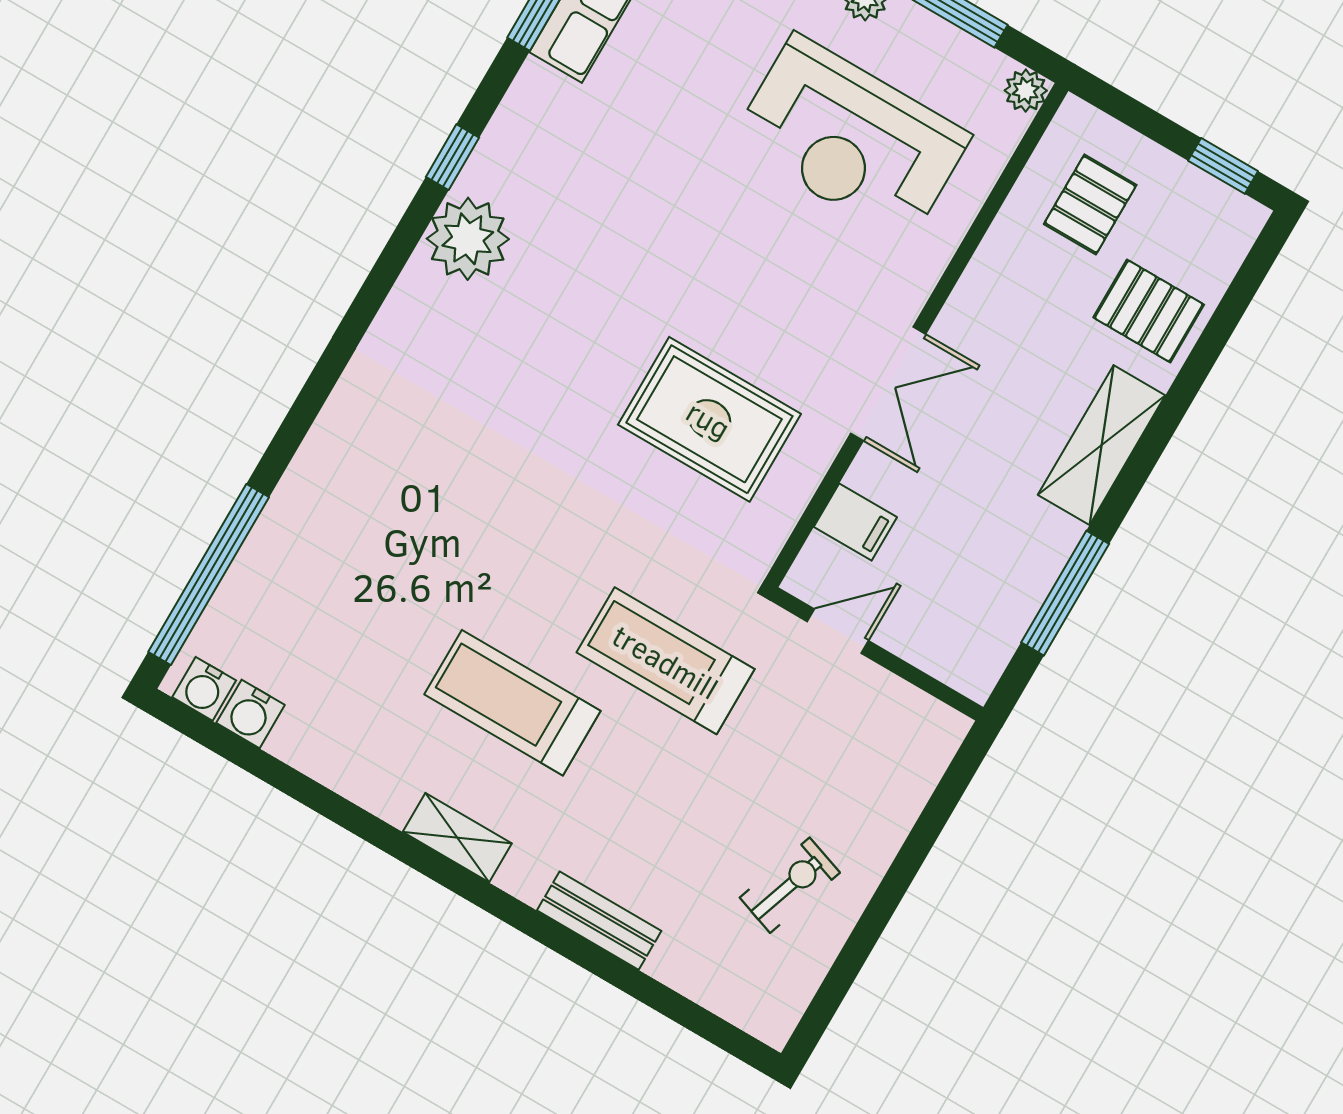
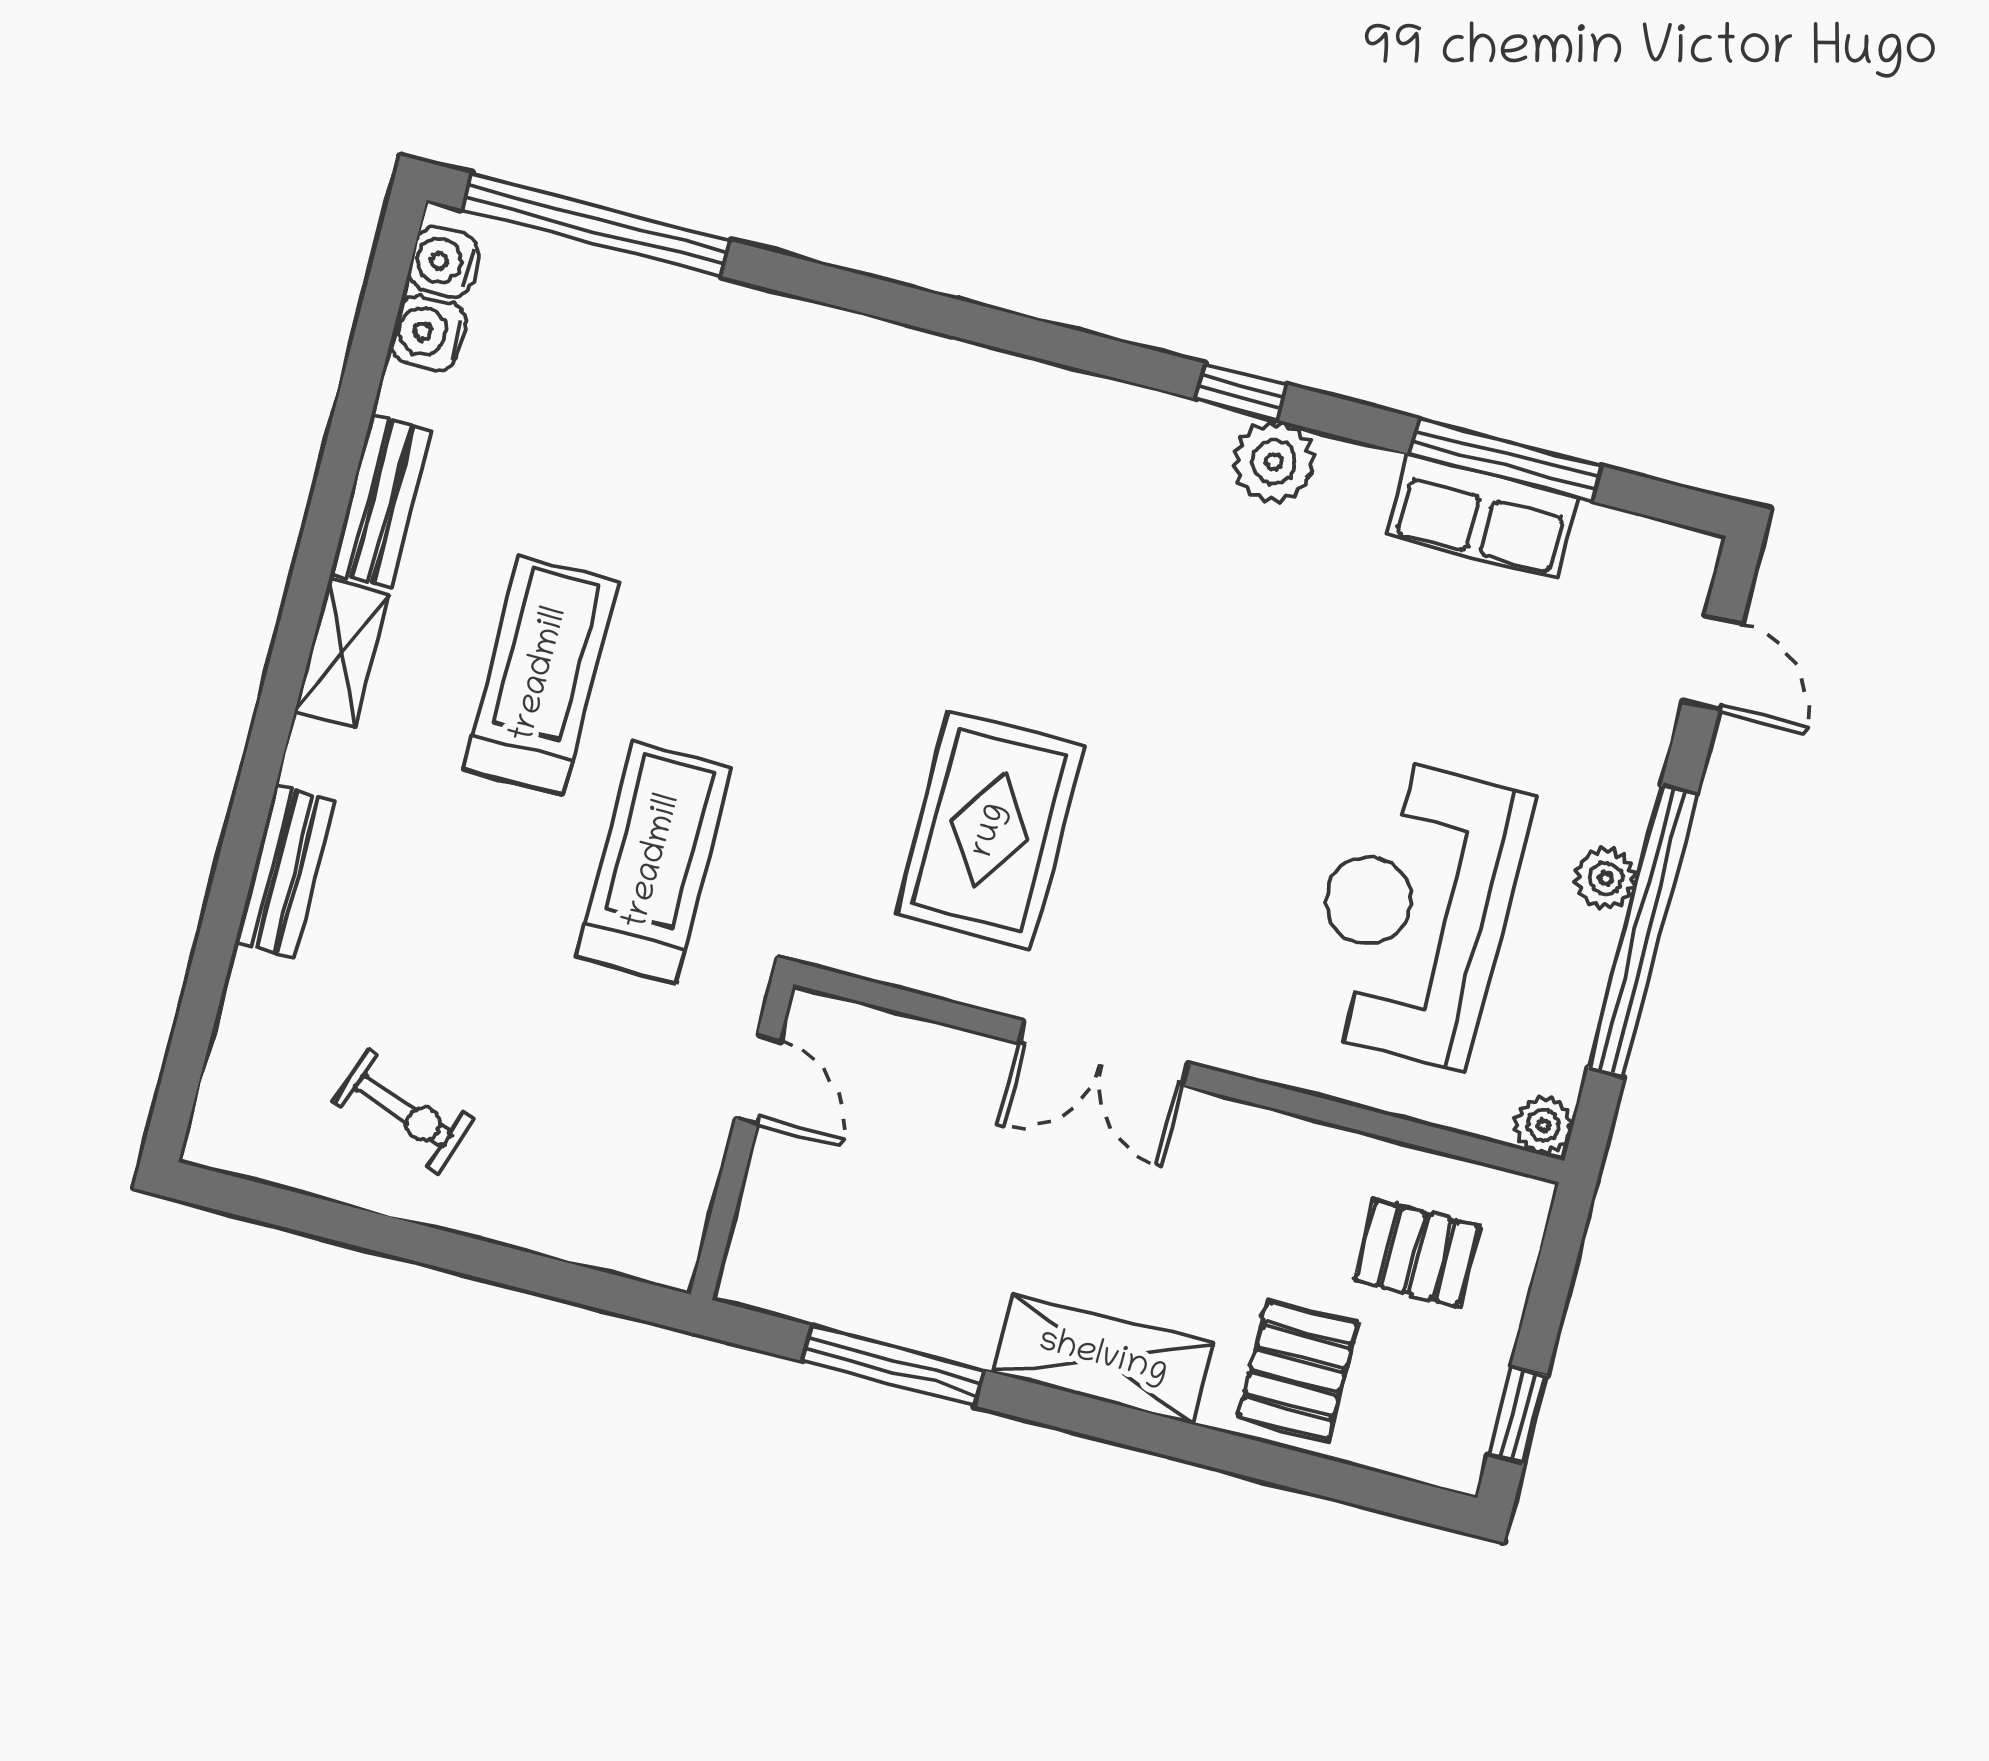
plant: (468, 239) -> (1274, 462), moved, width x0.73, depth x0.73
filing cabinet: (855, 522) -> (909, 1061), removed
bench: (359, 780) -> (381, 501), added

